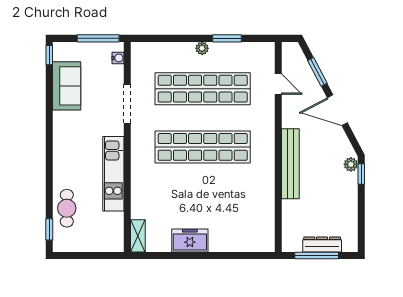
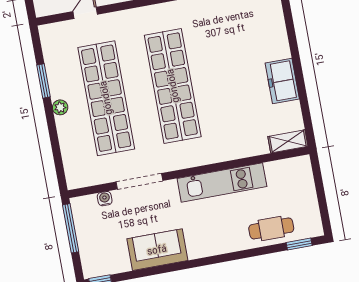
water cooler: (118, 58) -> (105, 199), moved
sofa: (67, 86) -> (157, 250), moved

